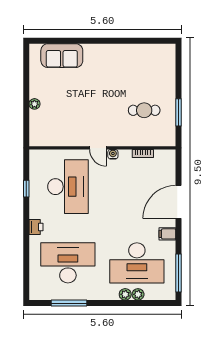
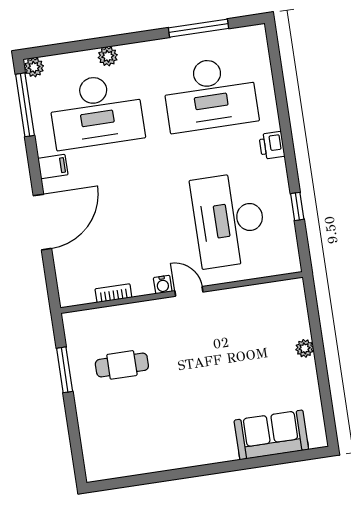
desk: (137, 263) -> (96, 111), turned 180
plant: (138, 294) -> (34, 67), moved

